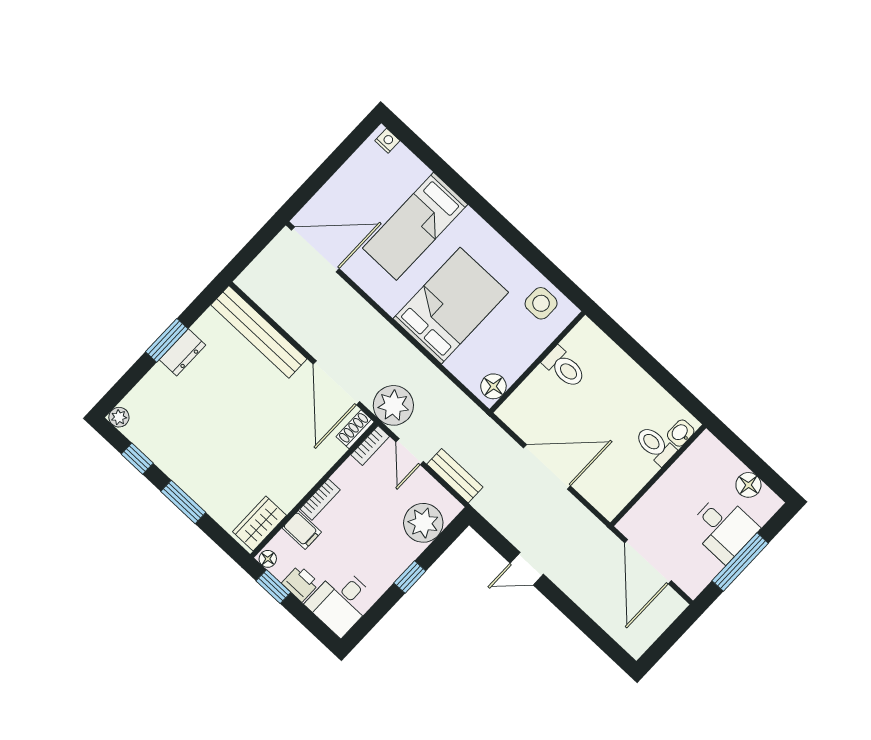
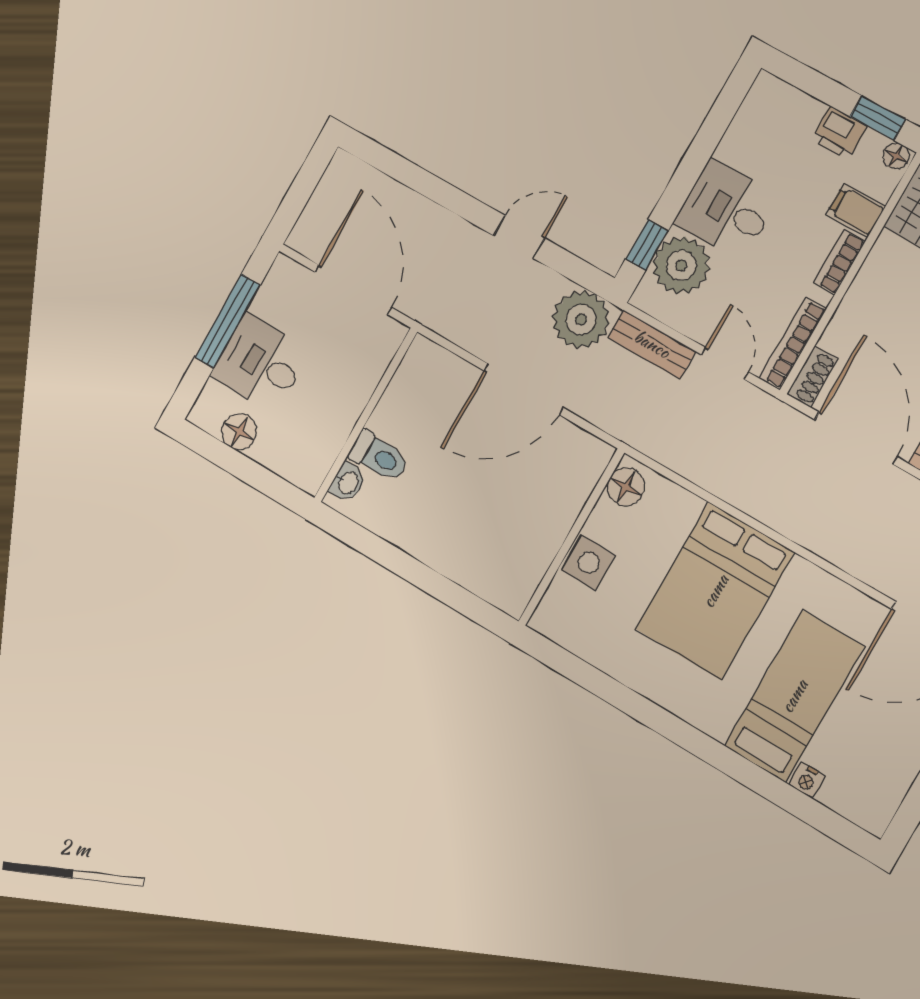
nightstand: (387, 141) -> (807, 780), moved
side table: (541, 303) -> (589, 563), moved
toilet: (564, 367) -> (531, 538), removed
plant: (393, 405) -> (581, 319), moved
bookcase: (370, 446) -> (793, 344), width x1.56
window: (410, 577) -> (647, 245), moved
desk: (341, 602) -> (727, 210), moved, turned -90

